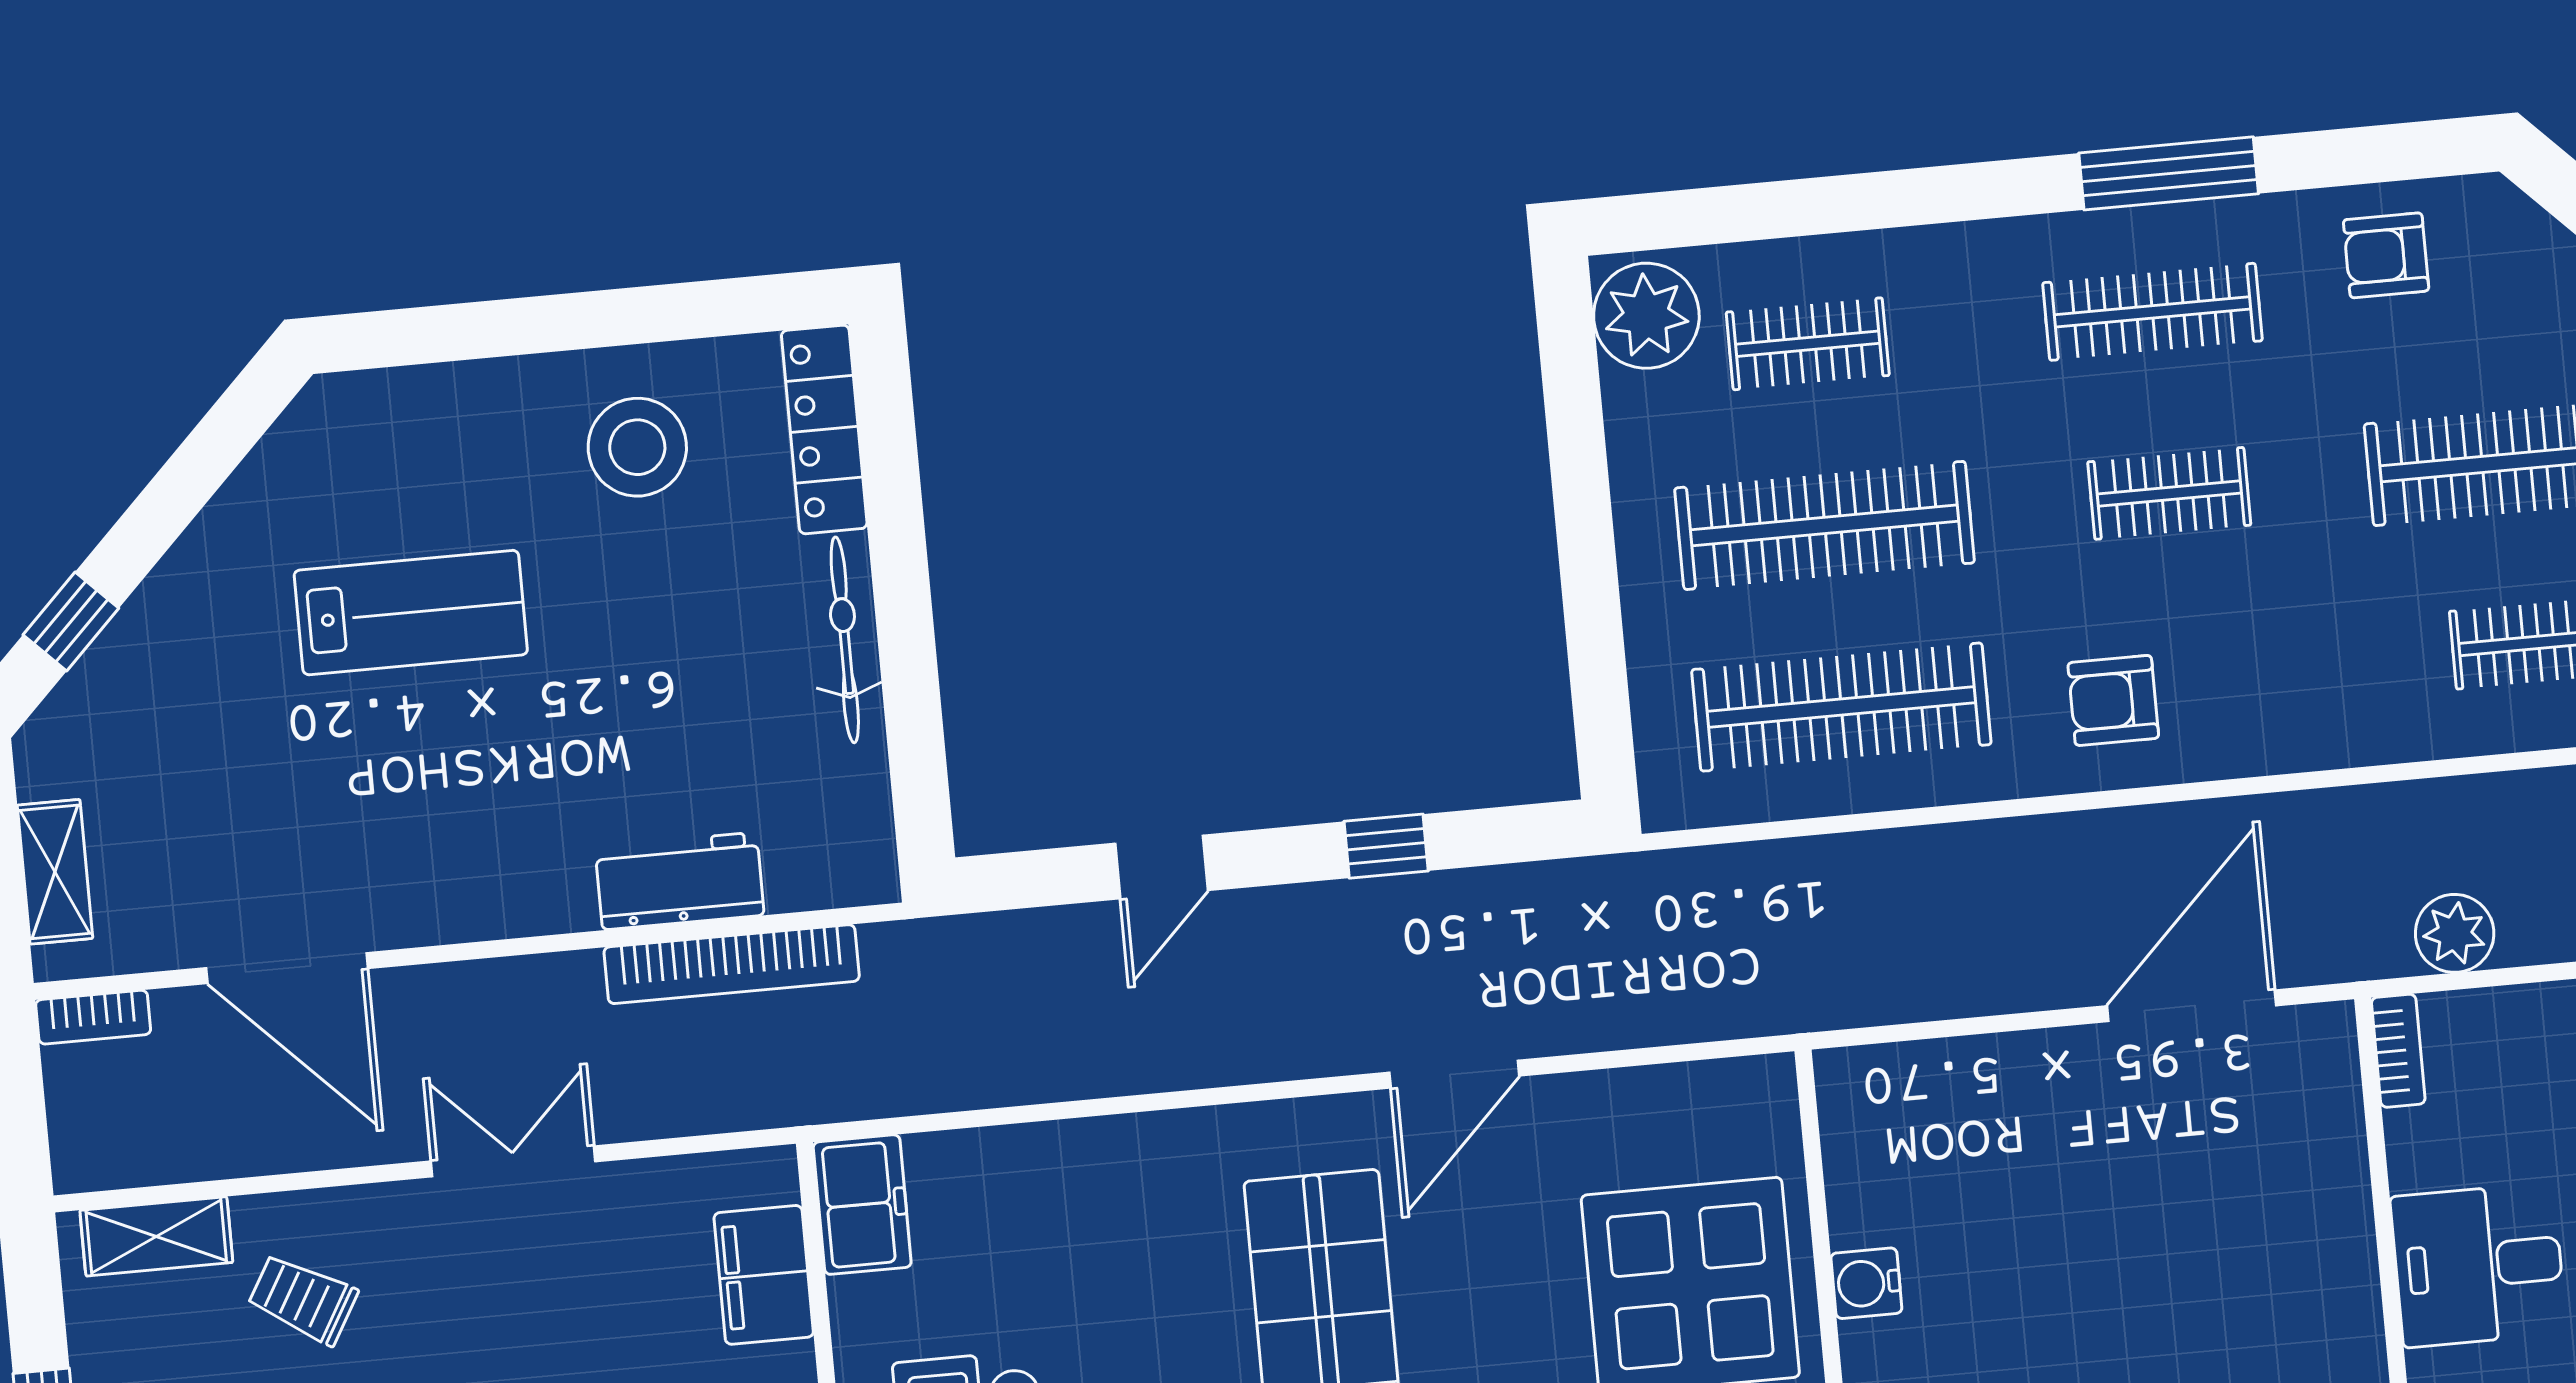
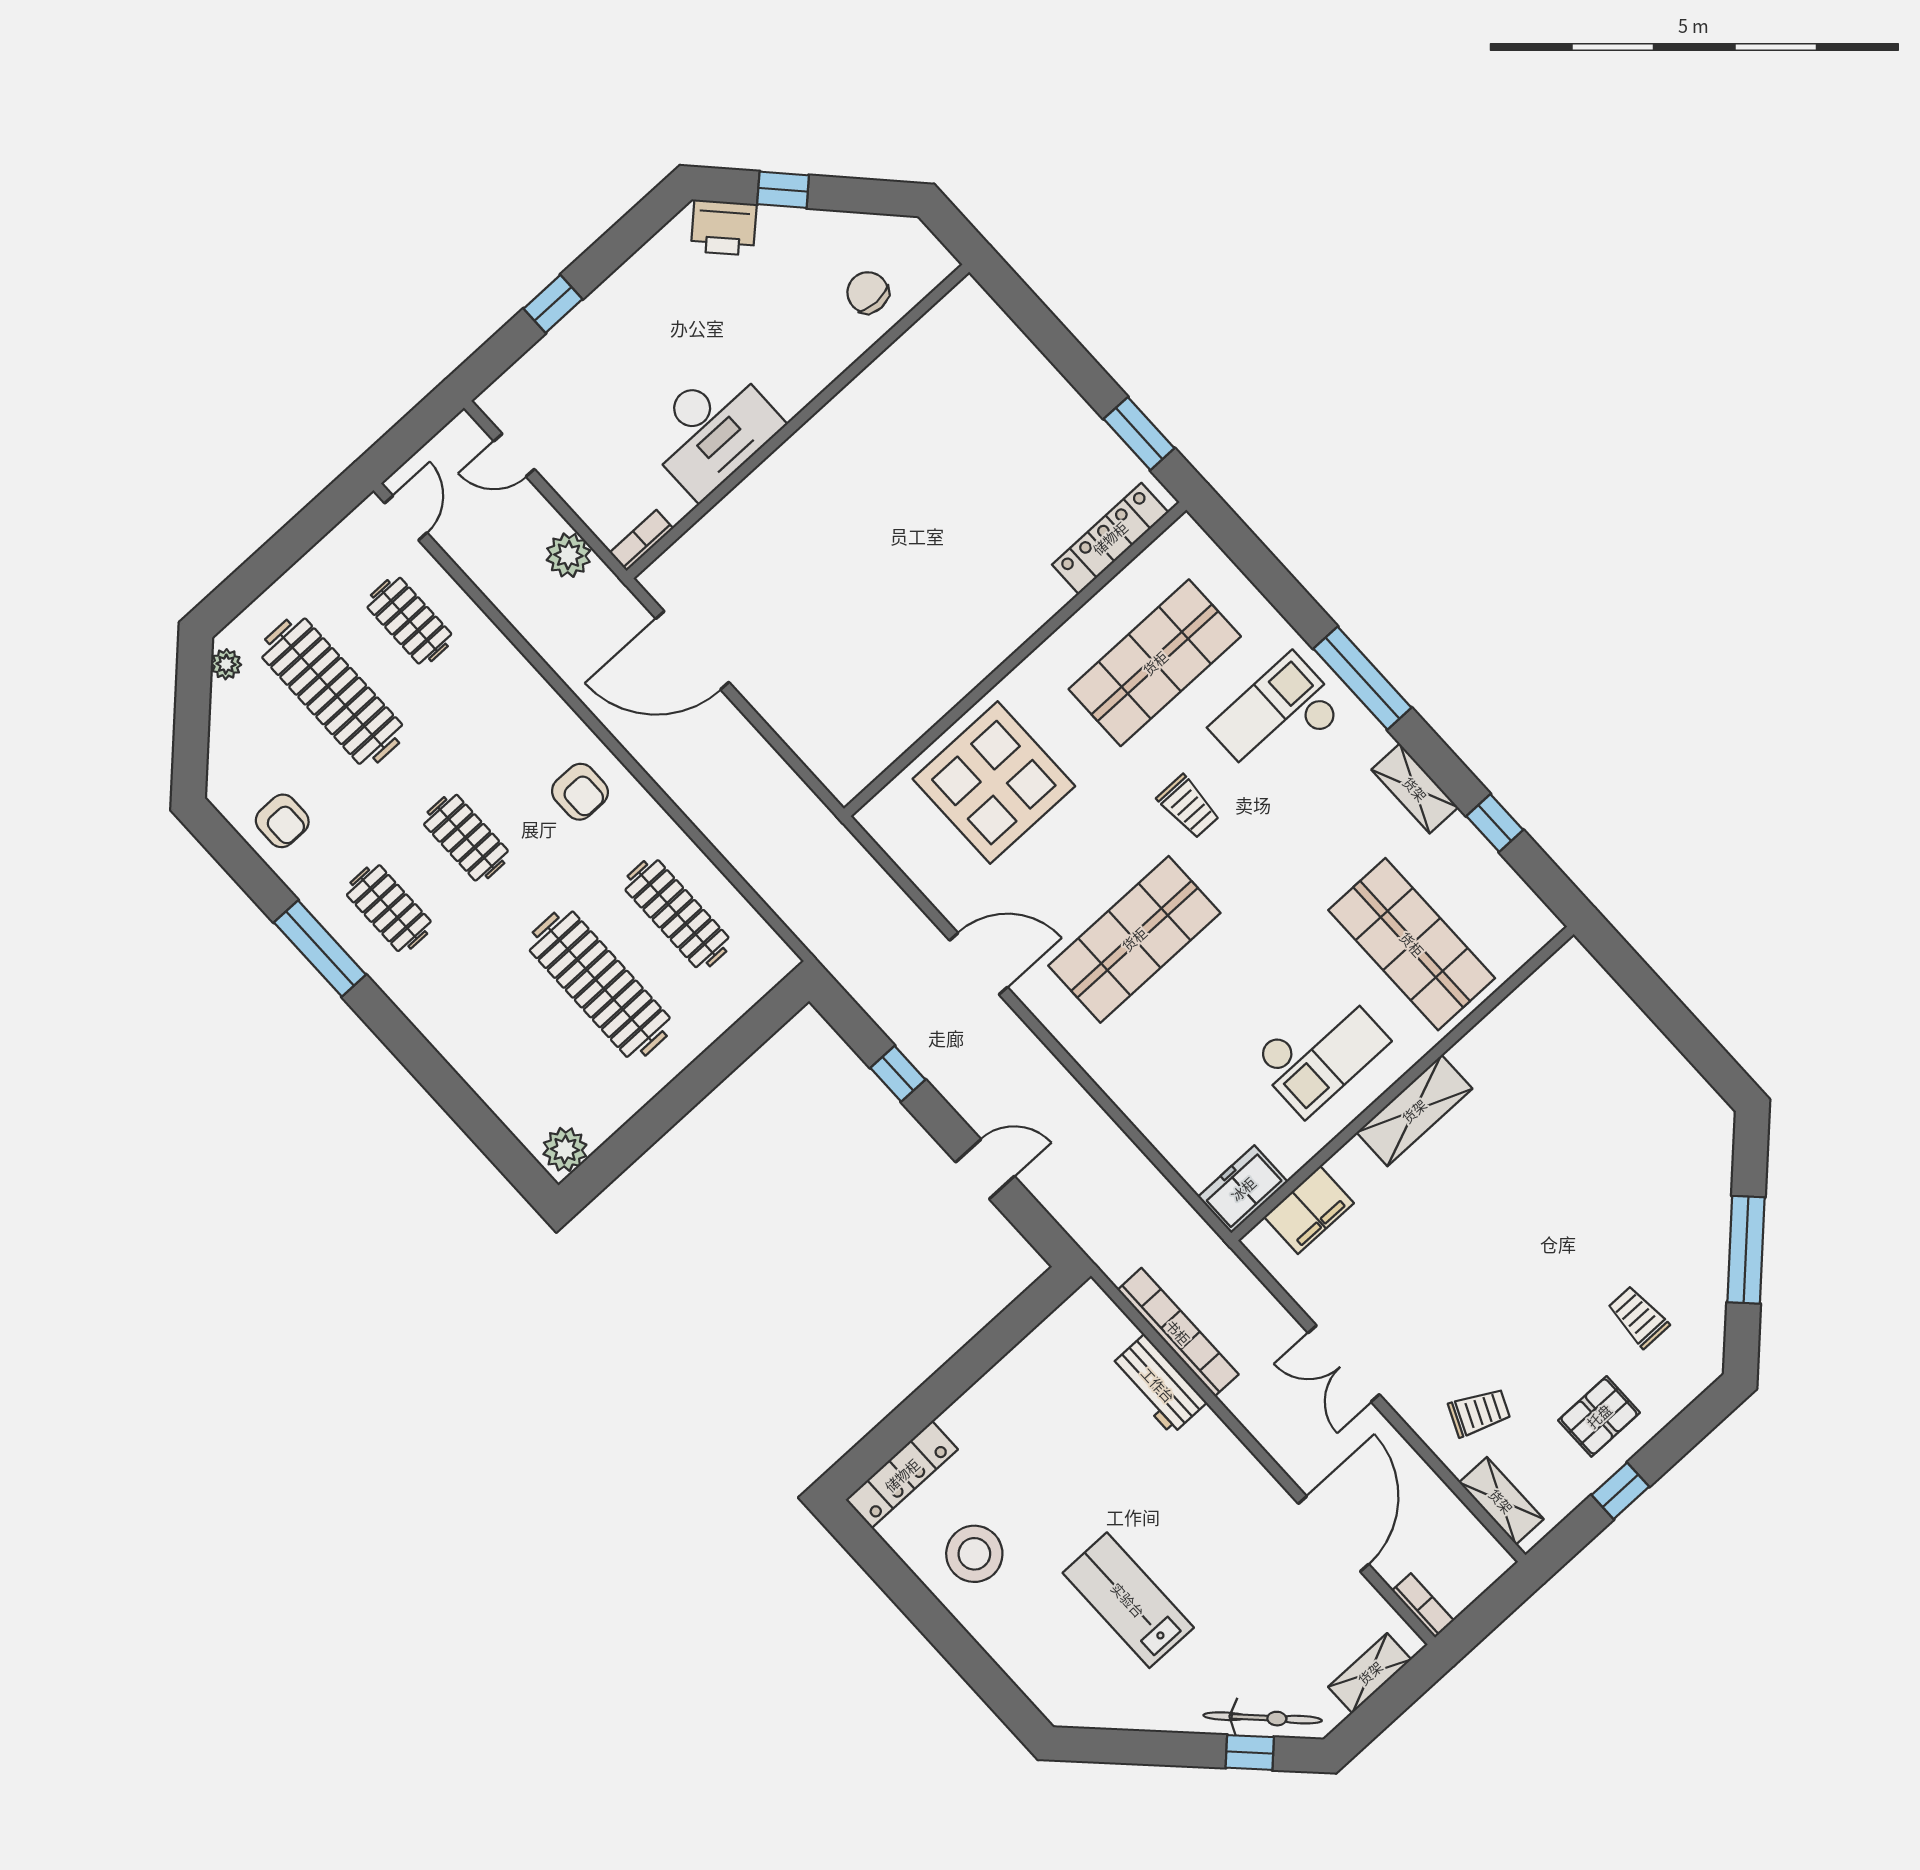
clothes rail: (2152, 312) -> (389, 908), width x0.73
plant: (1646, 316) -> (565, 1149), width x0.73, depth x0.73
clothes rail: (1808, 344) -> (523, 1055), removed
bicycle: (845, 640) -> (1263, 1718), moved, turned -135
clothes rail: (1841, 707) -> (677, 914), width x0.73, depth x0.76
desk: (2478, 1265) -> (712, 430), width x1.37
water cooler: (1866, 1283) -> (932, 703), removed
trolley: (303, 1299) -> (1479, 1412), turned -96

